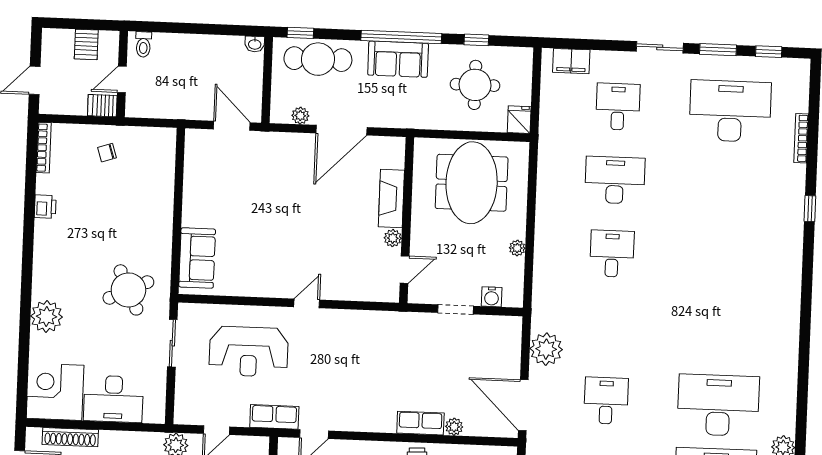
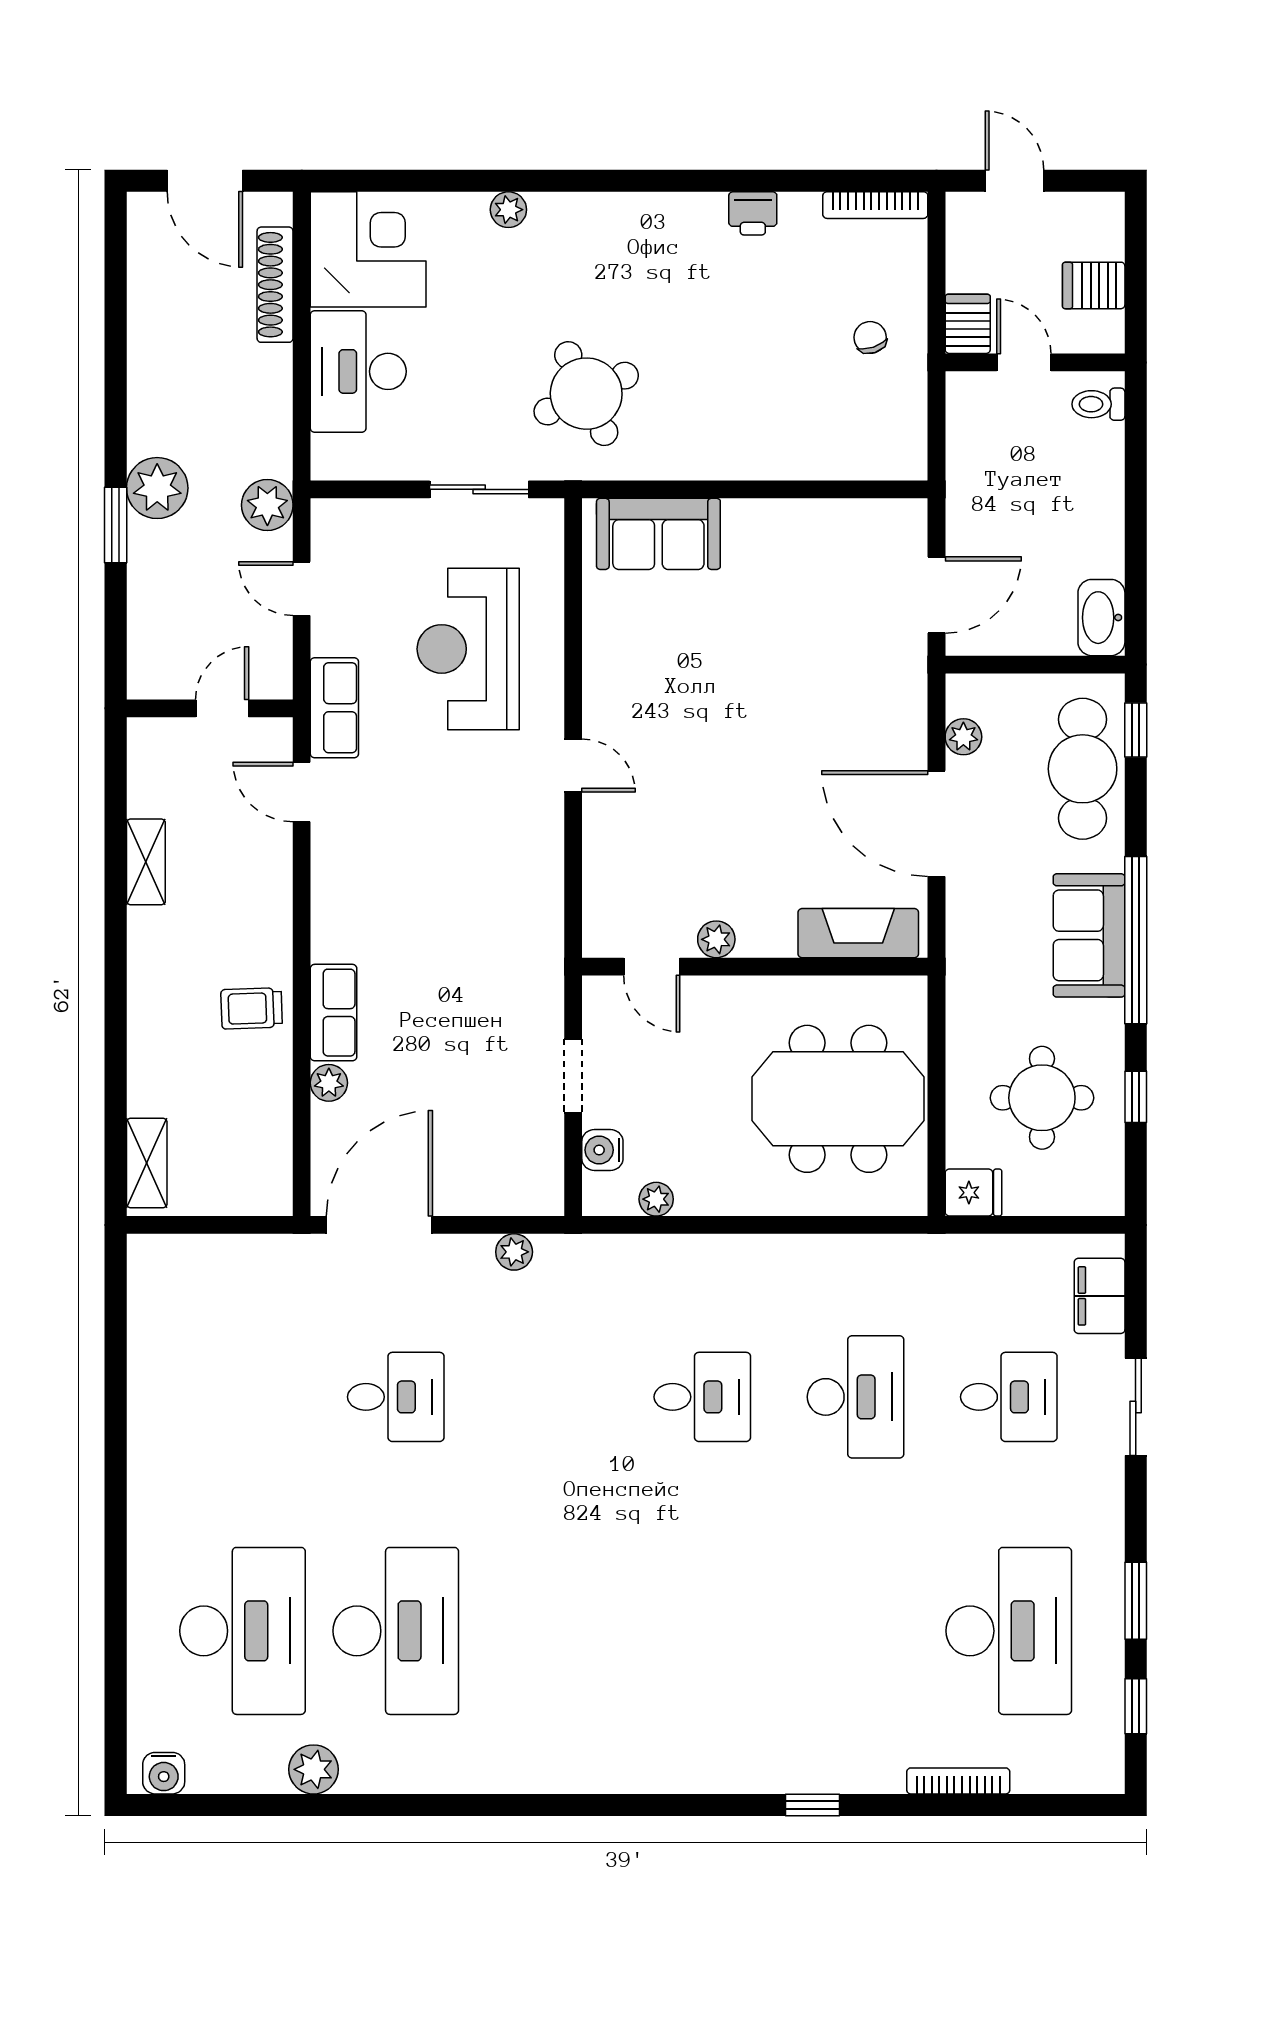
washbasin: (255, 44) -> (1101, 618), width x1.91, depth x1.45
sliding door: (660, 47) -> (1136, 1407), moved
fireplace: (391, 199) -> (858, 933), moved
plant: (517, 248) -> (656, 1199), moved
plant: (47, 316) -> (508, 210), width x0.53, depth x0.53
plant: (546, 349) -> (514, 1252), width x0.53, depth x0.53

